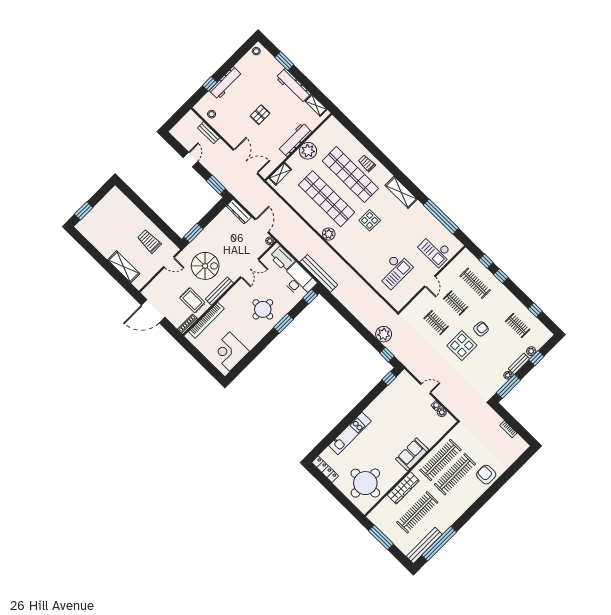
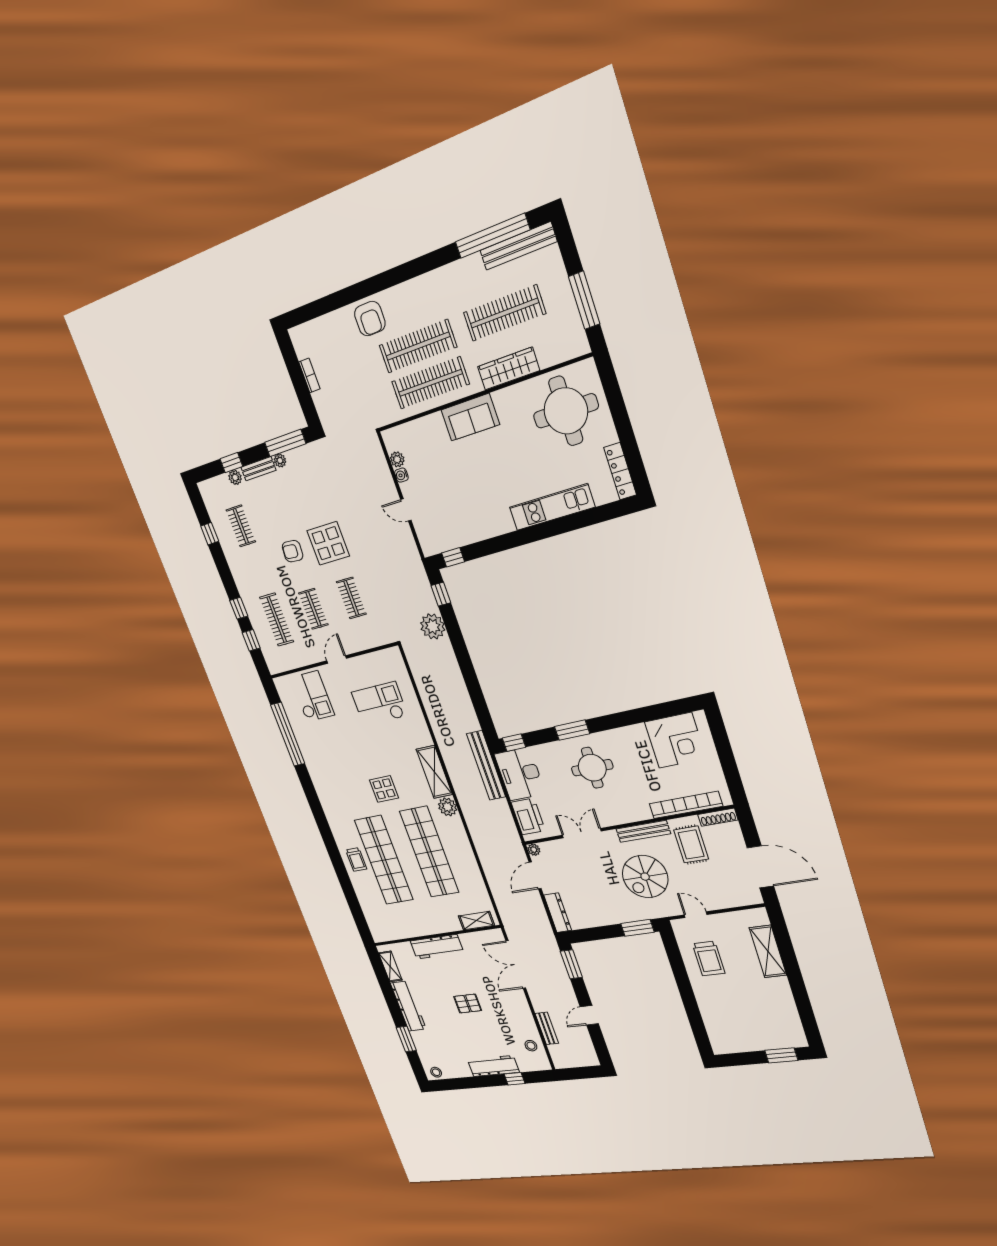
plant: (308, 151) -> (426, 923), removed
shelving: (401, 192) -> (434, 772), moved
spiral stairs: (205, 266) -> (645, 877), turned -90

